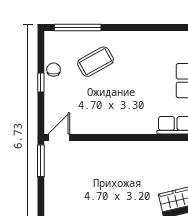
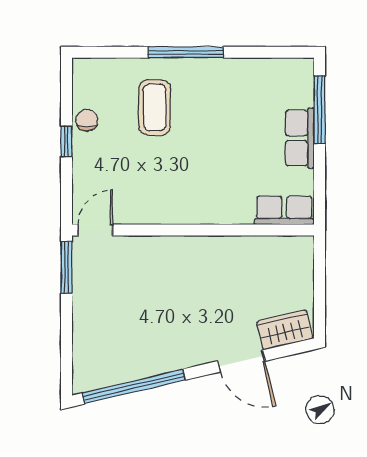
window: (78, 28) -> (186, 52), moved
coffee table: (95, 62) -> (155, 107), turned -61

